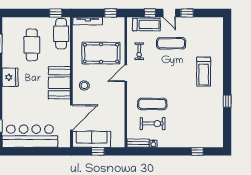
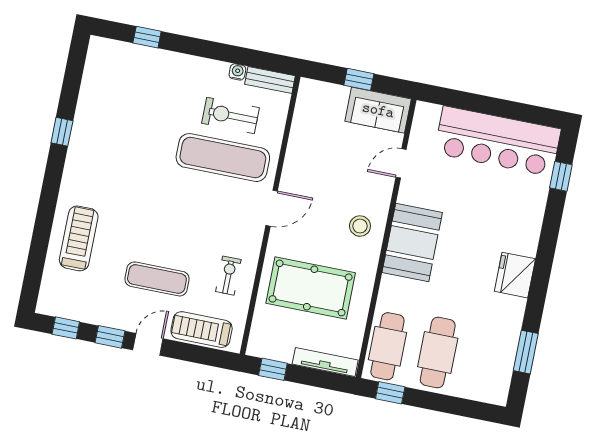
window: (150, 13) -> (66, 328), moved
door: (169, 13) -> (148, 344), hinge flipped
cafe table: (32, 45) -> (438, 352), moved
treadmill: (204, 72) -> (79, 238), moved
door: (126, 73) -> (272, 208), moved
exercise mat: (152, 104) -> (223, 158), width x1.36, depth x1.45
door: (71, 117) -> (401, 163), width x0.53
sofa: (92, 139) -> (378, 110), width x0.73

